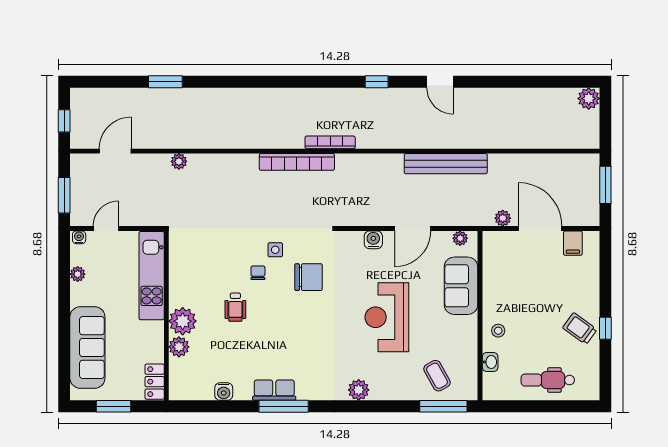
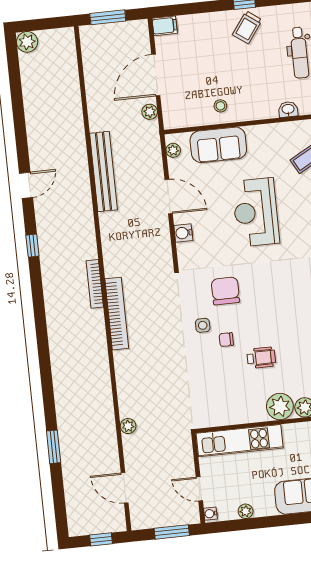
filing cabinet: (573, 243) -> (165, 26), moved
reception desk: (387, 317) -> (256, 212), turned 90
stool: (498, 331) -> (220, 106), moved

